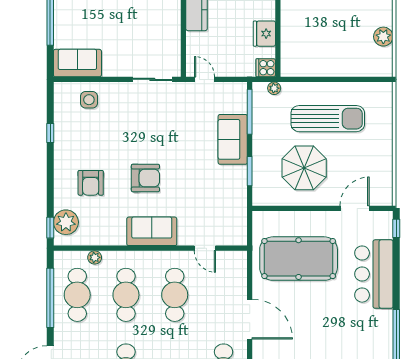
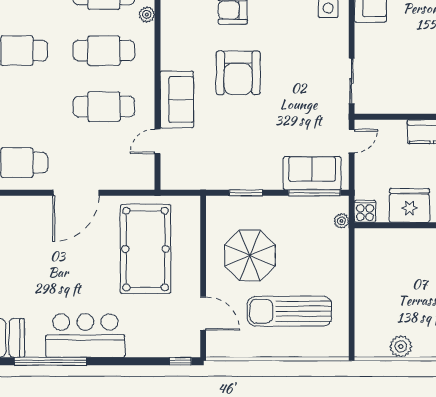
fridge: (264, 34) -> (409, 205), width x1.36, depth x1.34
sun lounger: (328, 119) -> (289, 311), moved, turned 90
sofa: (233, 139) -> (312, 173), moved
armchair: (145, 178) -> (238, 73), width x1.36, depth x1.36
sofa: (152, 231) -> (177, 100), moved
bar counter: (374, 274) -> (85, 336), moved

